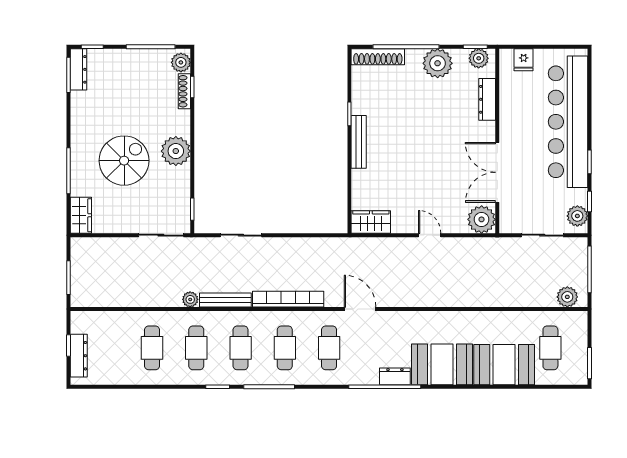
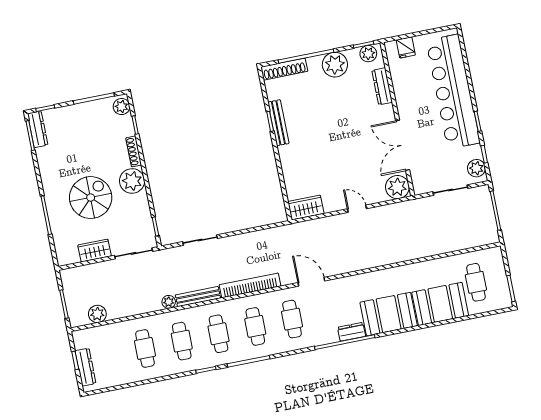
shoe rack: (184, 91) -> (134, 151), moved
bench: (359, 142) -> (278, 123), moved
wardrobe: (81, 215) -> (95, 251), moved, turned -90
plant: (567, 297) -> (97, 314), moved

